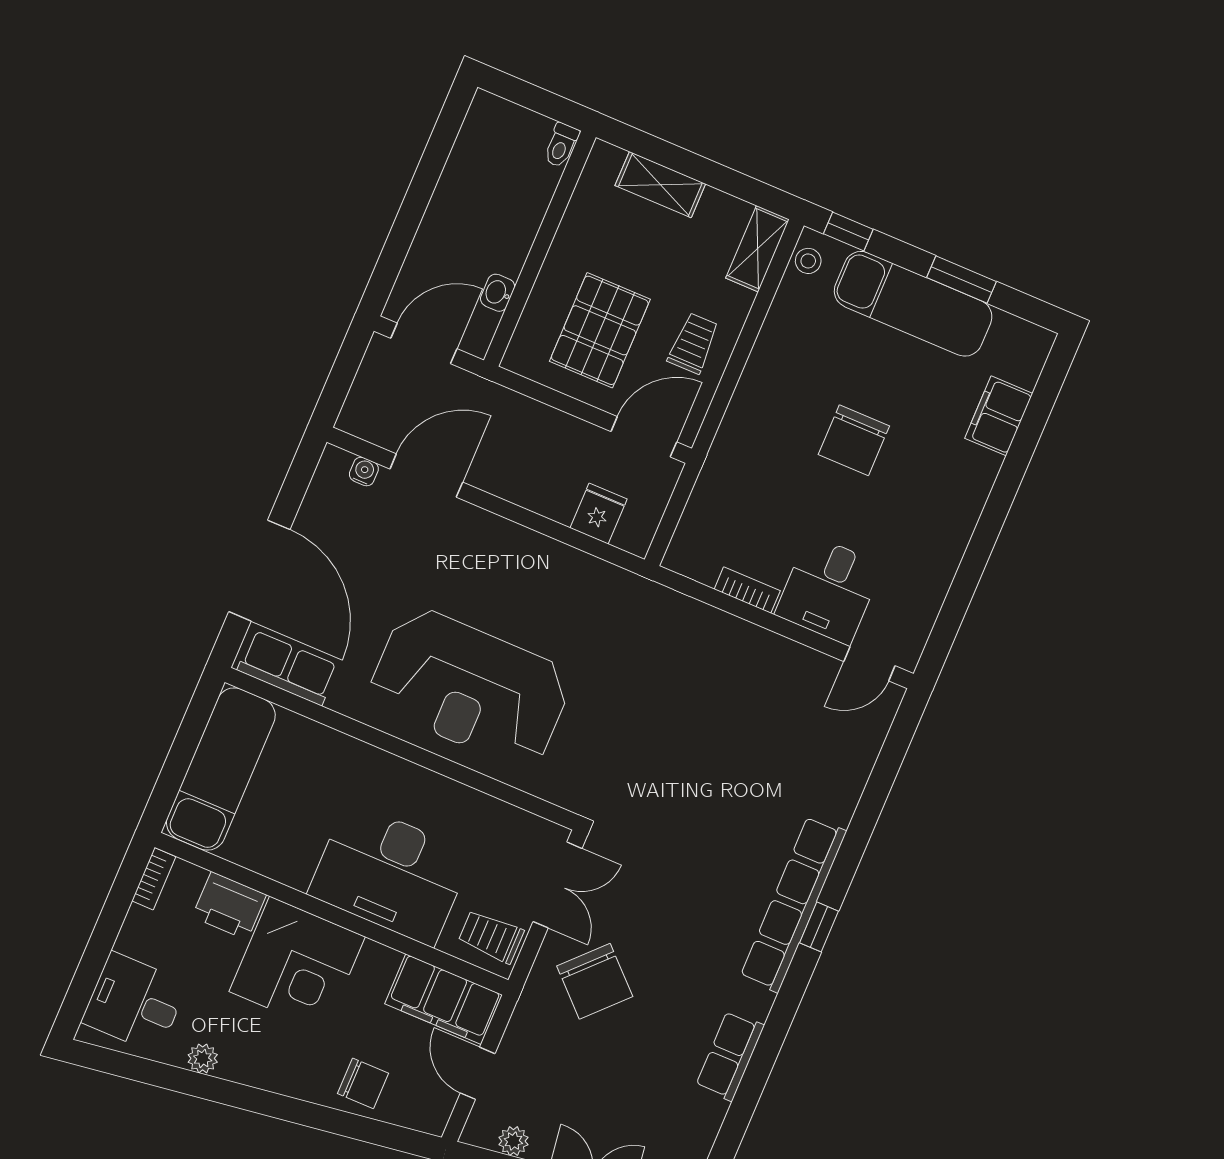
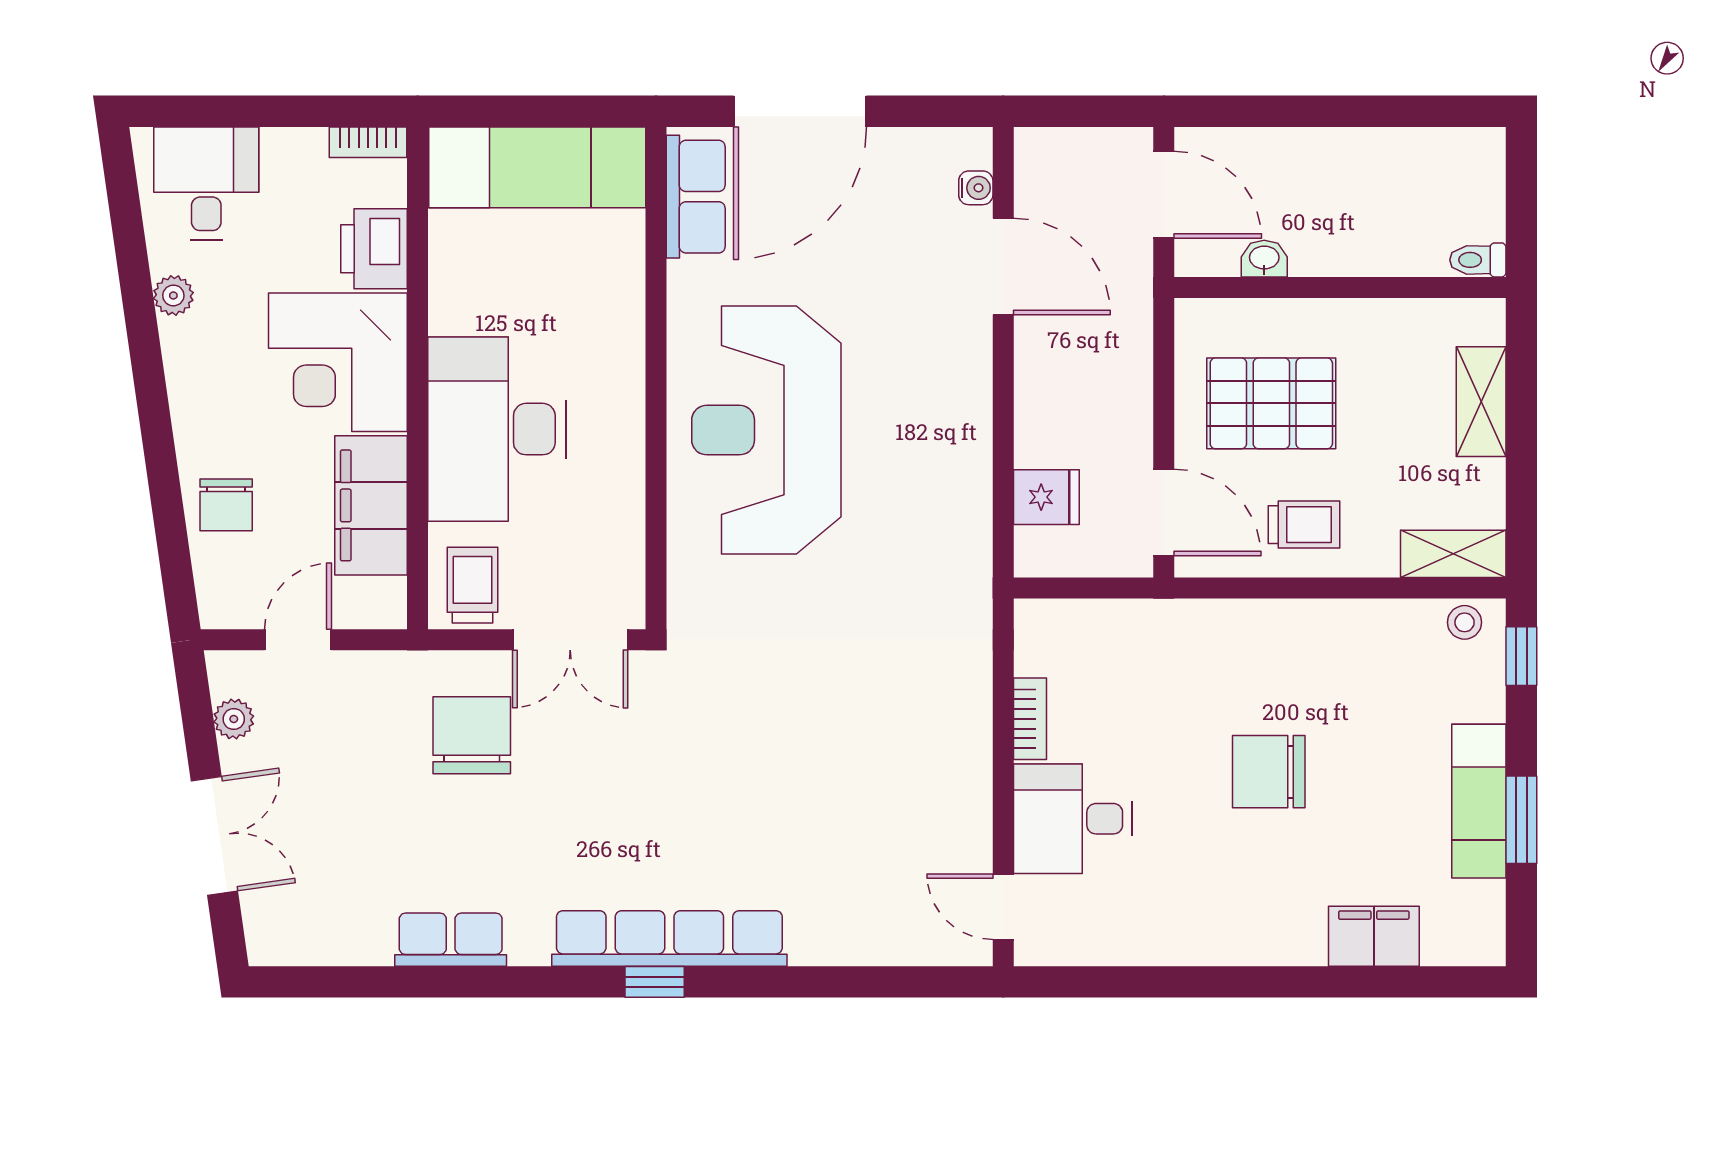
exam couch: (913, 304) -> (1479, 801), width x0.73, depth x0.69
chair: (595, 981) -> (472, 735), turned 136
filing cabinet: (444, 999) -> (371, 505), moved

